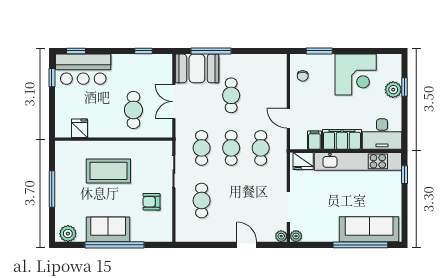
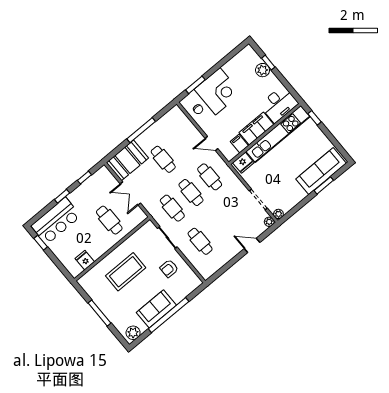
window: (76, 51) -> (62, 196), moved
window: (211, 51) -> (141, 130), moved
corner desk: (356, 74) -> (218, 91), moved
window: (360, 245) -> (324, 185), width x0.47

